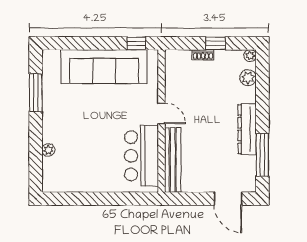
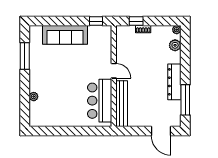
window: (215, 43) -> (136, 21), moved
sofa: (104, 67) -> (65, 35), width x0.74, depth x0.79

